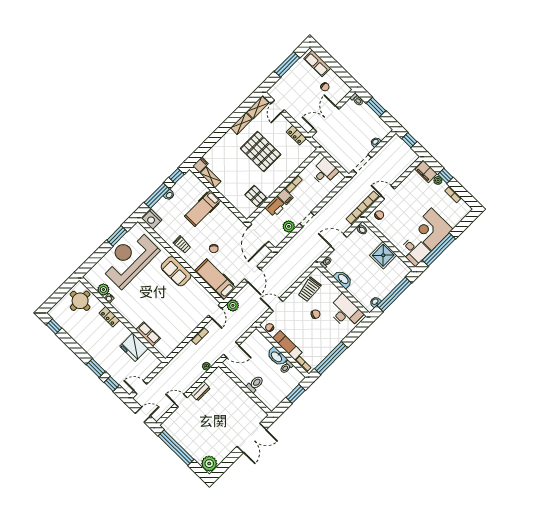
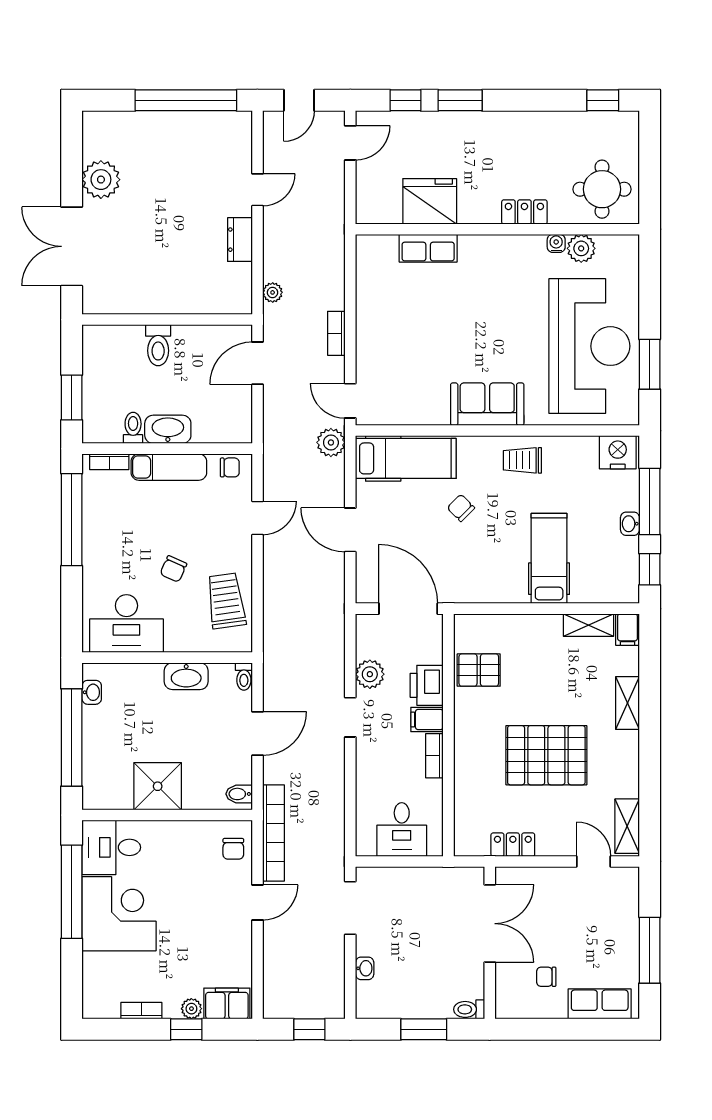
shelving: (241, 123) -> (627, 703), moved
plant: (209, 464) -> (101, 180), moved

